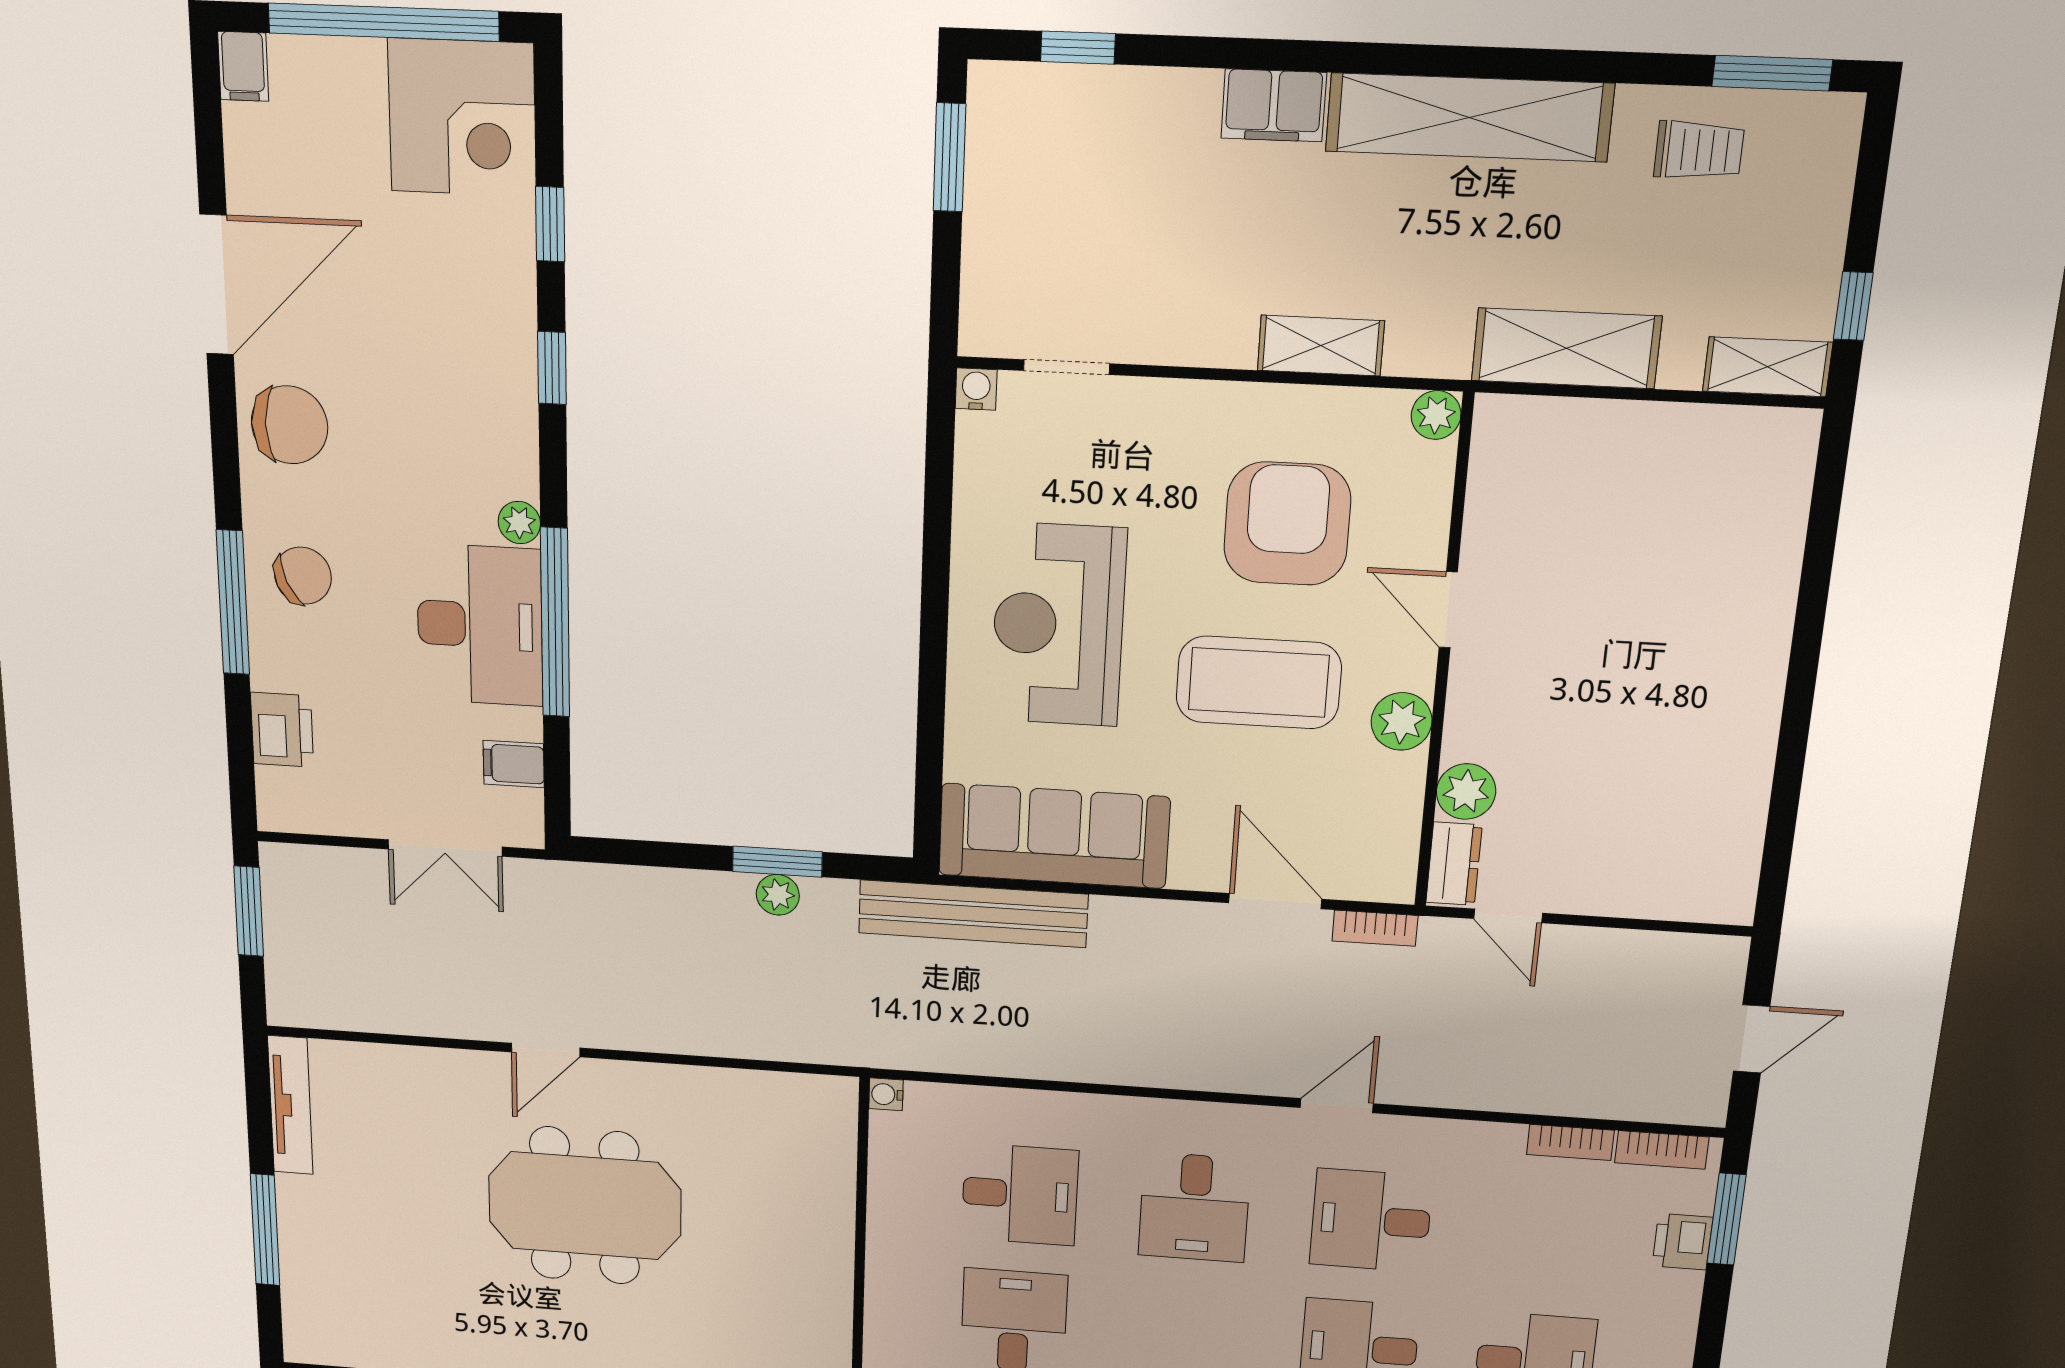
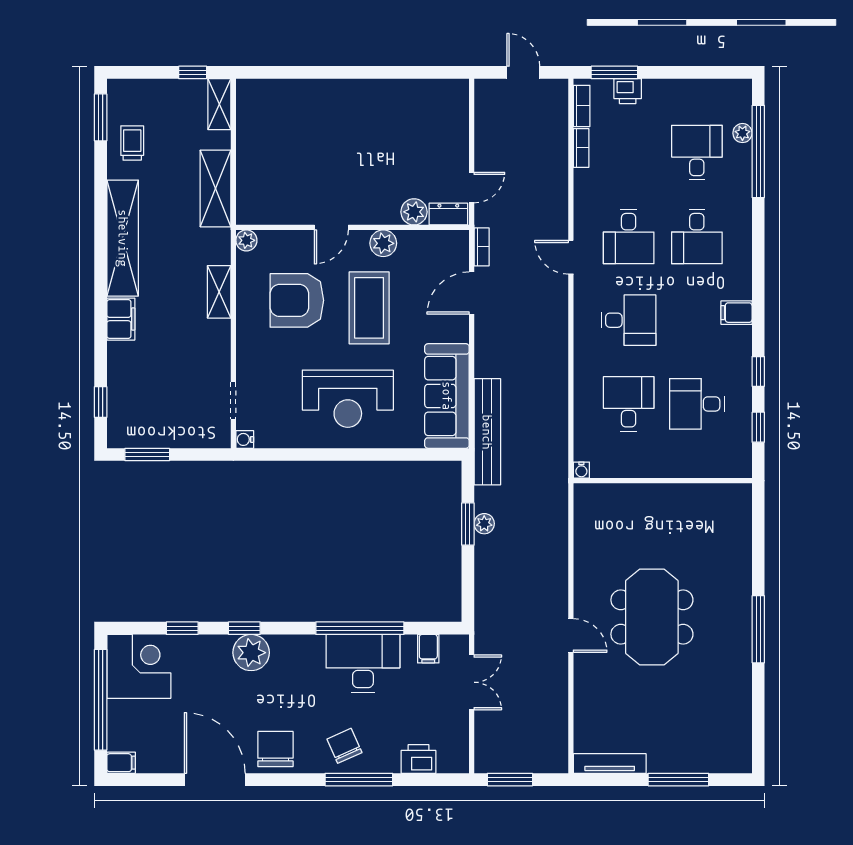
plant: (519, 523) -> (251, 653), moved, width x1.88, depth x1.88

